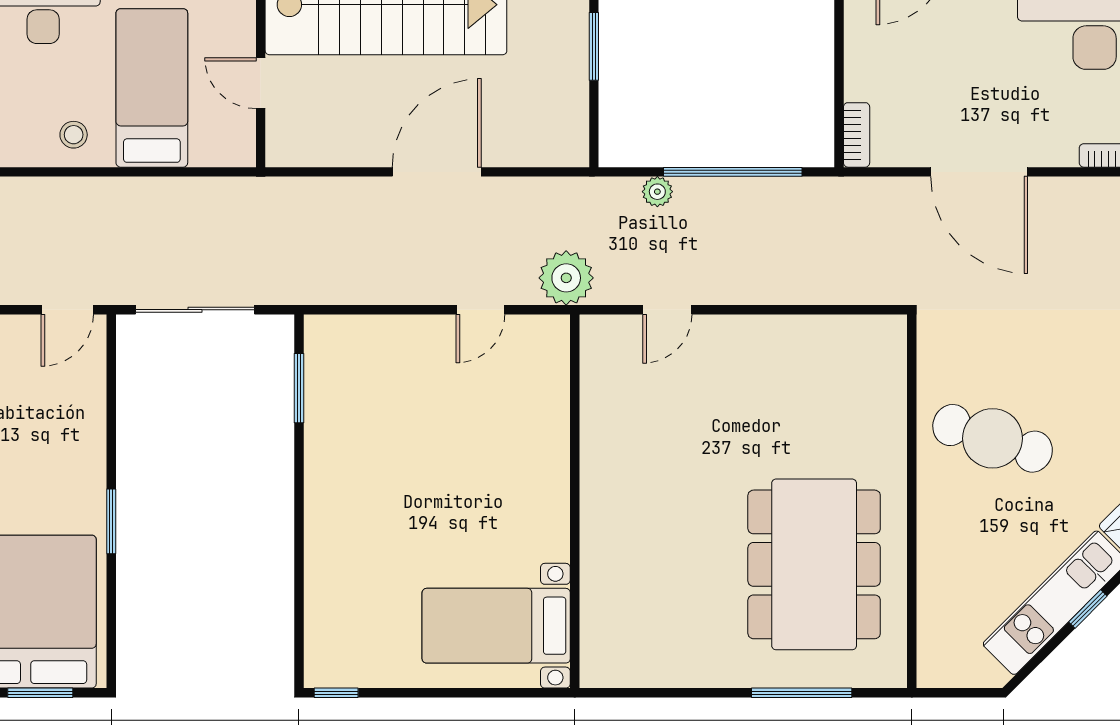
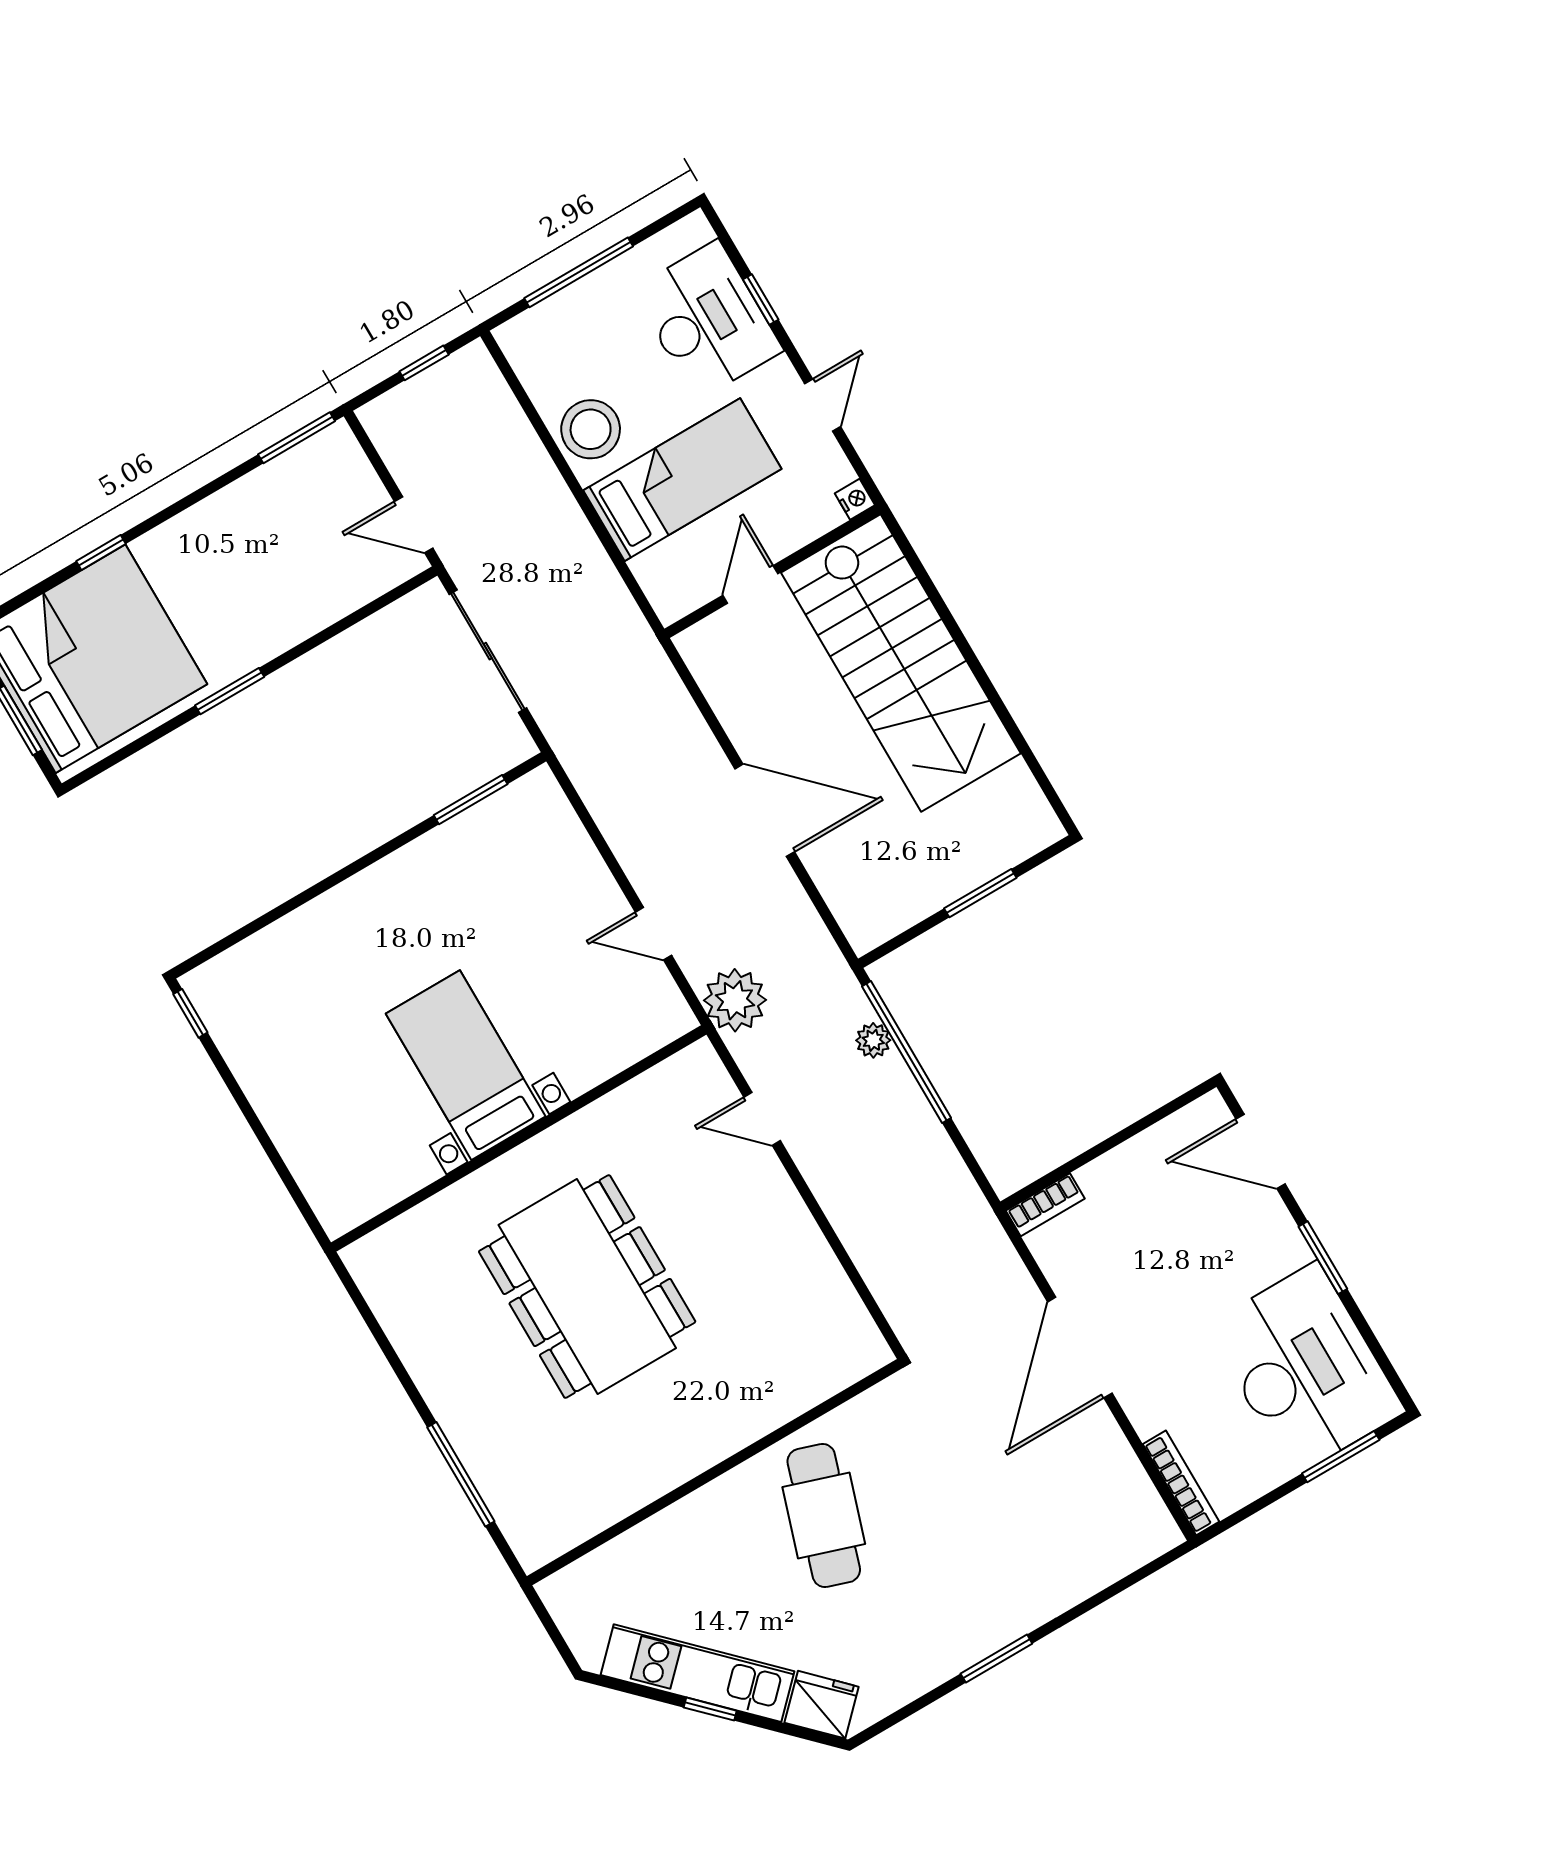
stool: (74, 135) -> (591, 429), width x1.89, depth x1.89
window: (733, 172) -> (906, 1052), moved
dining table: (814, 564) -> (587, 1287), moved, turned 90
bed with nightstands: (496, 626) -> (466, 1065), moved

